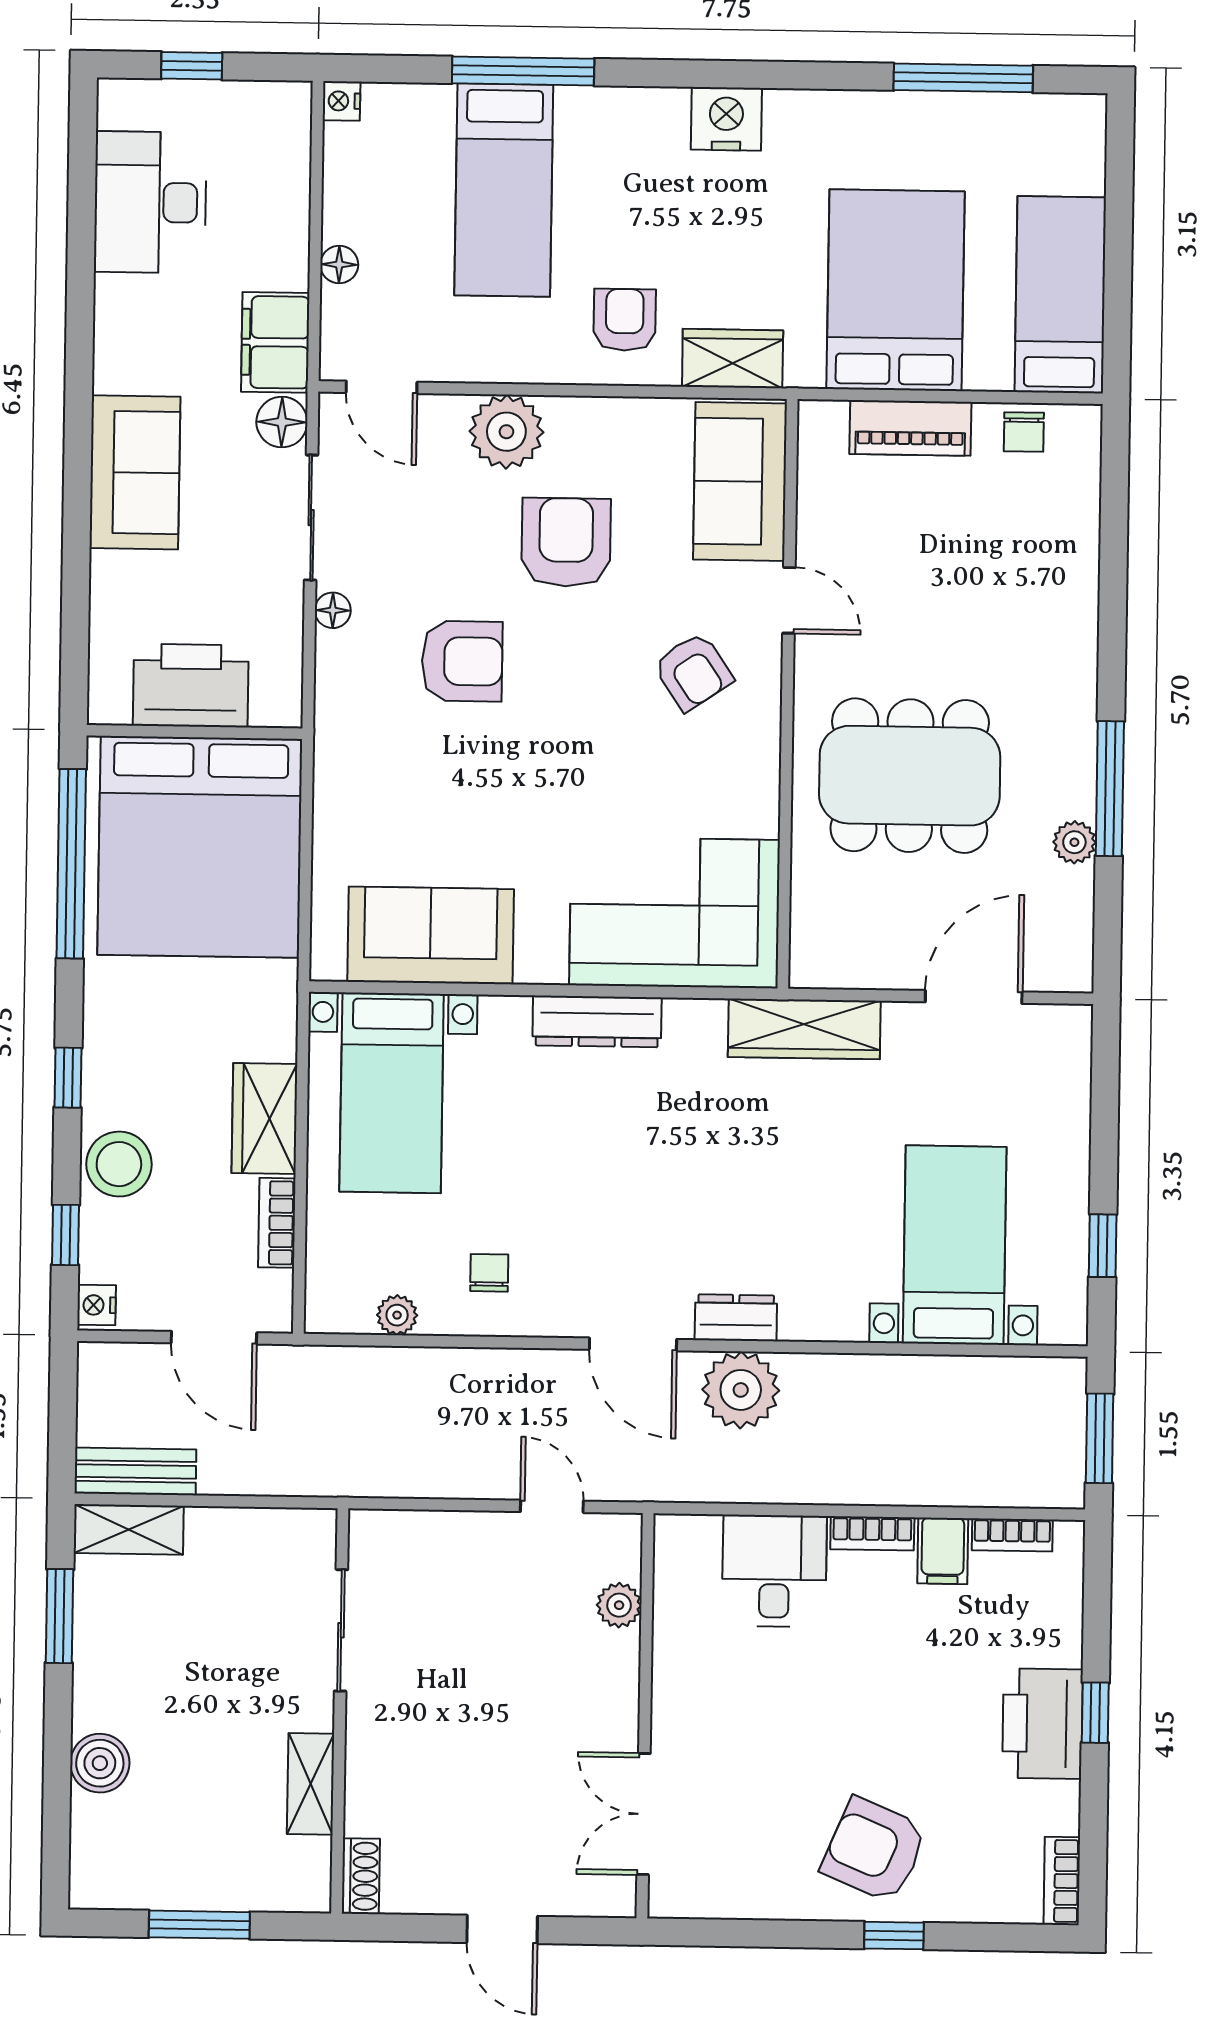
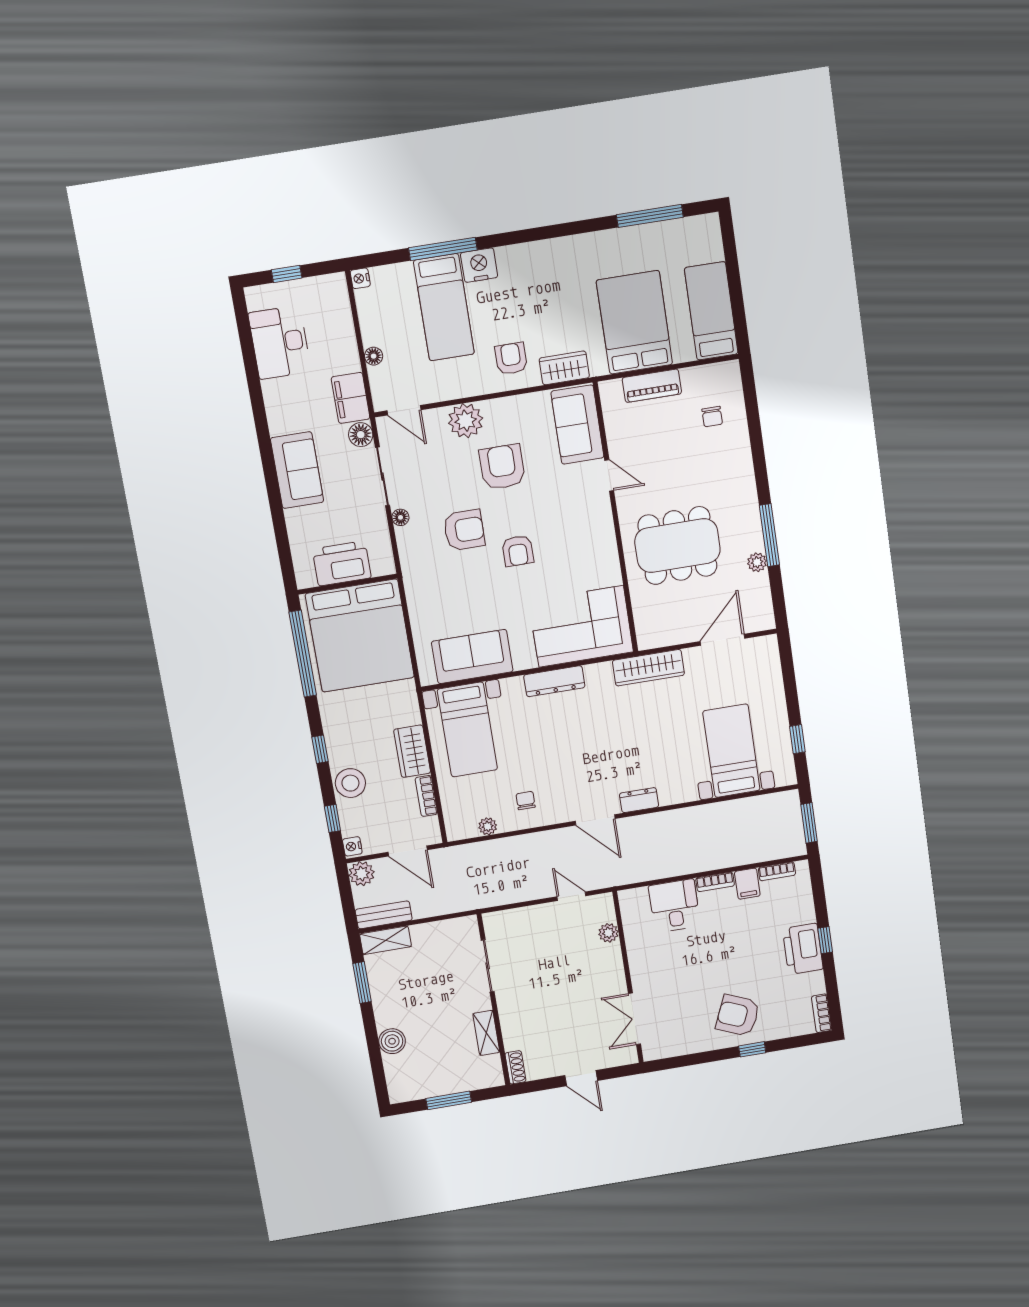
nightstand: (726, 119) -> (479, 265), moved
chair: (1024, 432) -> (712, 417), moved
armchair: (693, 672) -> (518, 551), moved, turned 34
plant: (741, 1390) -> (362, 874), moved, width x0.73, depth x0.73

